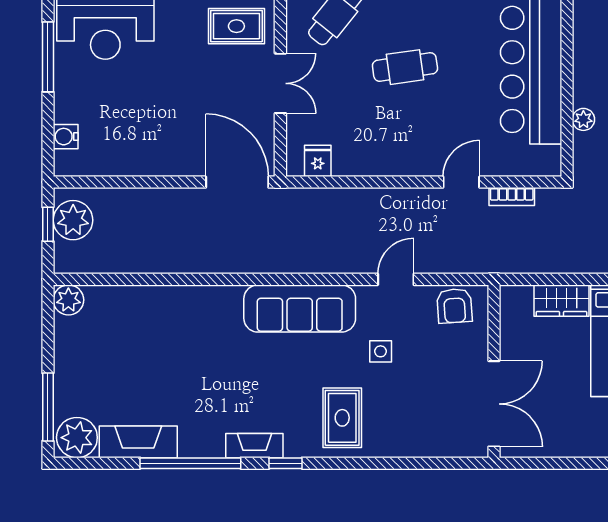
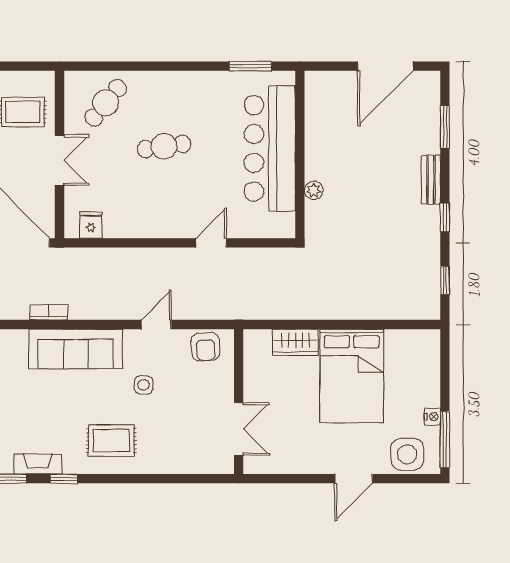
bookcase: (512, 197) -> (49, 312), moved, turned 180
double door: (494, 404) -> (239, 429), width x0.73
rug: (342, 418) -> (111, 441), turned 90

